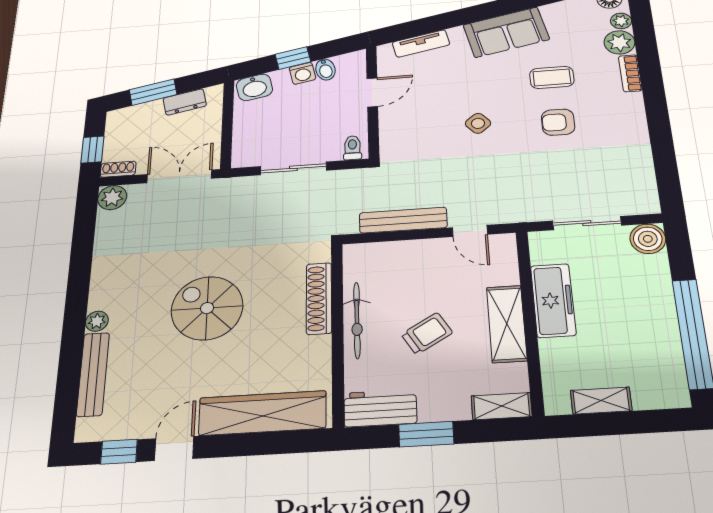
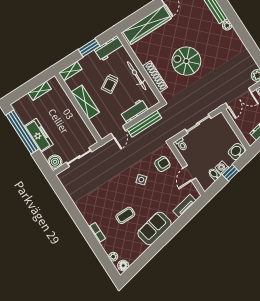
plant: (619, 42) -> (109, 246), removed
armchair: (558, 122) -> (162, 164), moved
door: (470, 231) -> (118, 132), swing flipped
workbench: (409, 254) -> (134, 111), added
freezer: (553, 300) -> (39, 135), moved, turned 180
spiral stairs: (207, 308) -> (186, 61), moved, turned 180

